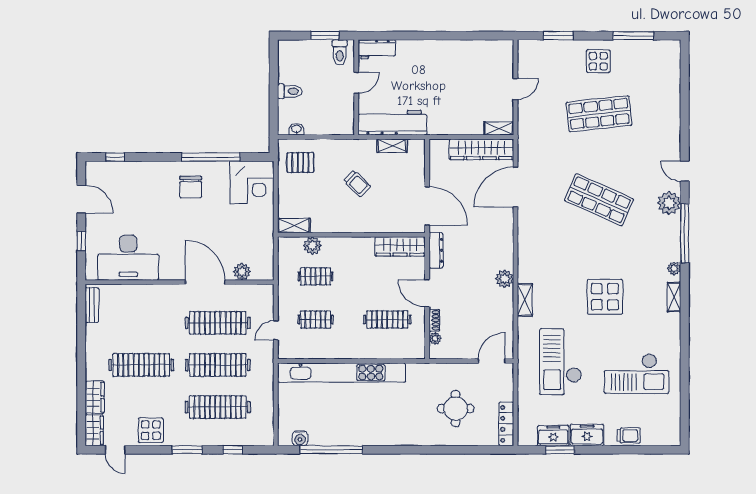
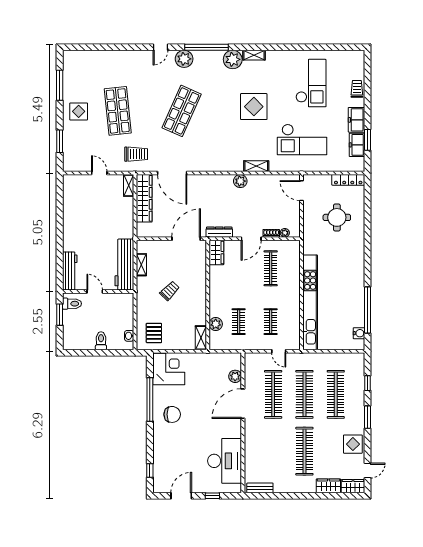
workbench: (377, 49) -> (70, 271), width x1.38
trolley: (541, 139) -> (136, 154), added
wardrobe: (400, 246) -> (216, 253), width x0.67
plant: (674, 268) -> (233, 59), width x1.87, depth x1.87

